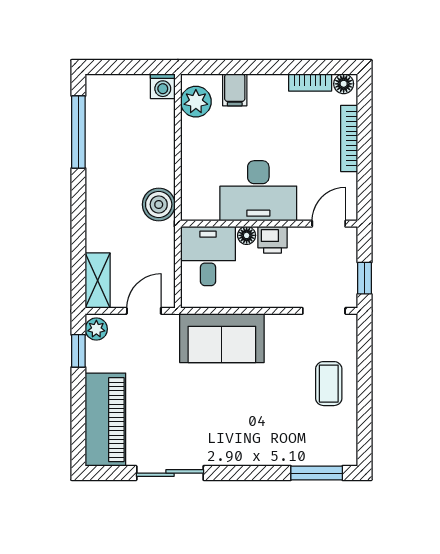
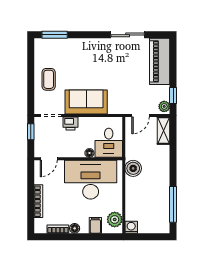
floor lamp: (344, 84) -> (75, 228), moved
desk: (258, 191) -> (91, 180), width x1.36, depth x1.30
printer: (272, 240) -> (70, 123), moved, turned 180
sofa: (222, 338) -> (86, 102), moved

